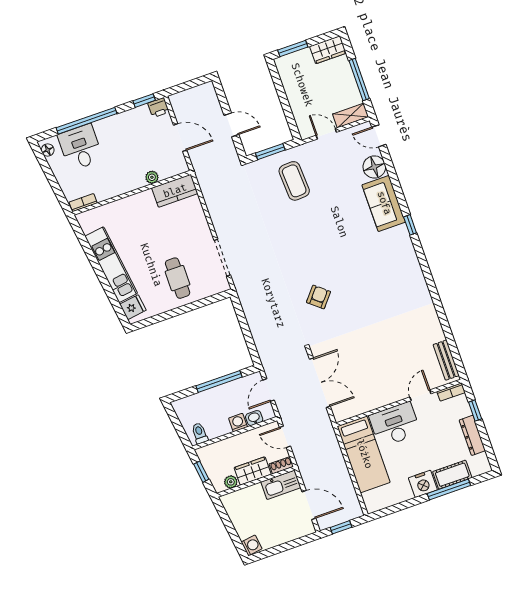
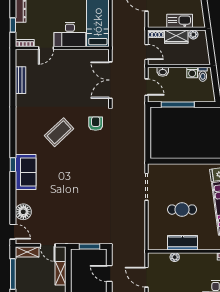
shelving: (296, 103) -> (61, 273), added
coffee table: (294, 181) -> (59, 132), moved, turned 50
kitchen counter: (175, 191) -> (183, 243), moved
sofa: (384, 203) -> (26, 172), moved
cafe table: (178, 278) -> (182, 210), moved, turned 90
armchair: (319, 297) -> (96, 124), moved, turned 140
bench: (446, 360) -> (20, 80), moved
door: (269, 390) -> (146, 87), hinge flipped
washing machine: (238, 423) -> (192, 73), moved
window: (201, 472) -> (211, 48), removed
kitchen sink: (281, 485) -> (180, 21), moved

